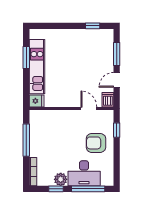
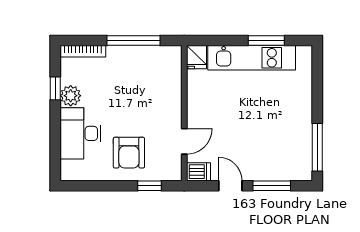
window: (93, 26) -> (317, 147), width x2.17
armchair: (96, 143) -> (129, 153), turned 180
window: (88, 189) -> (55, 140), removed

